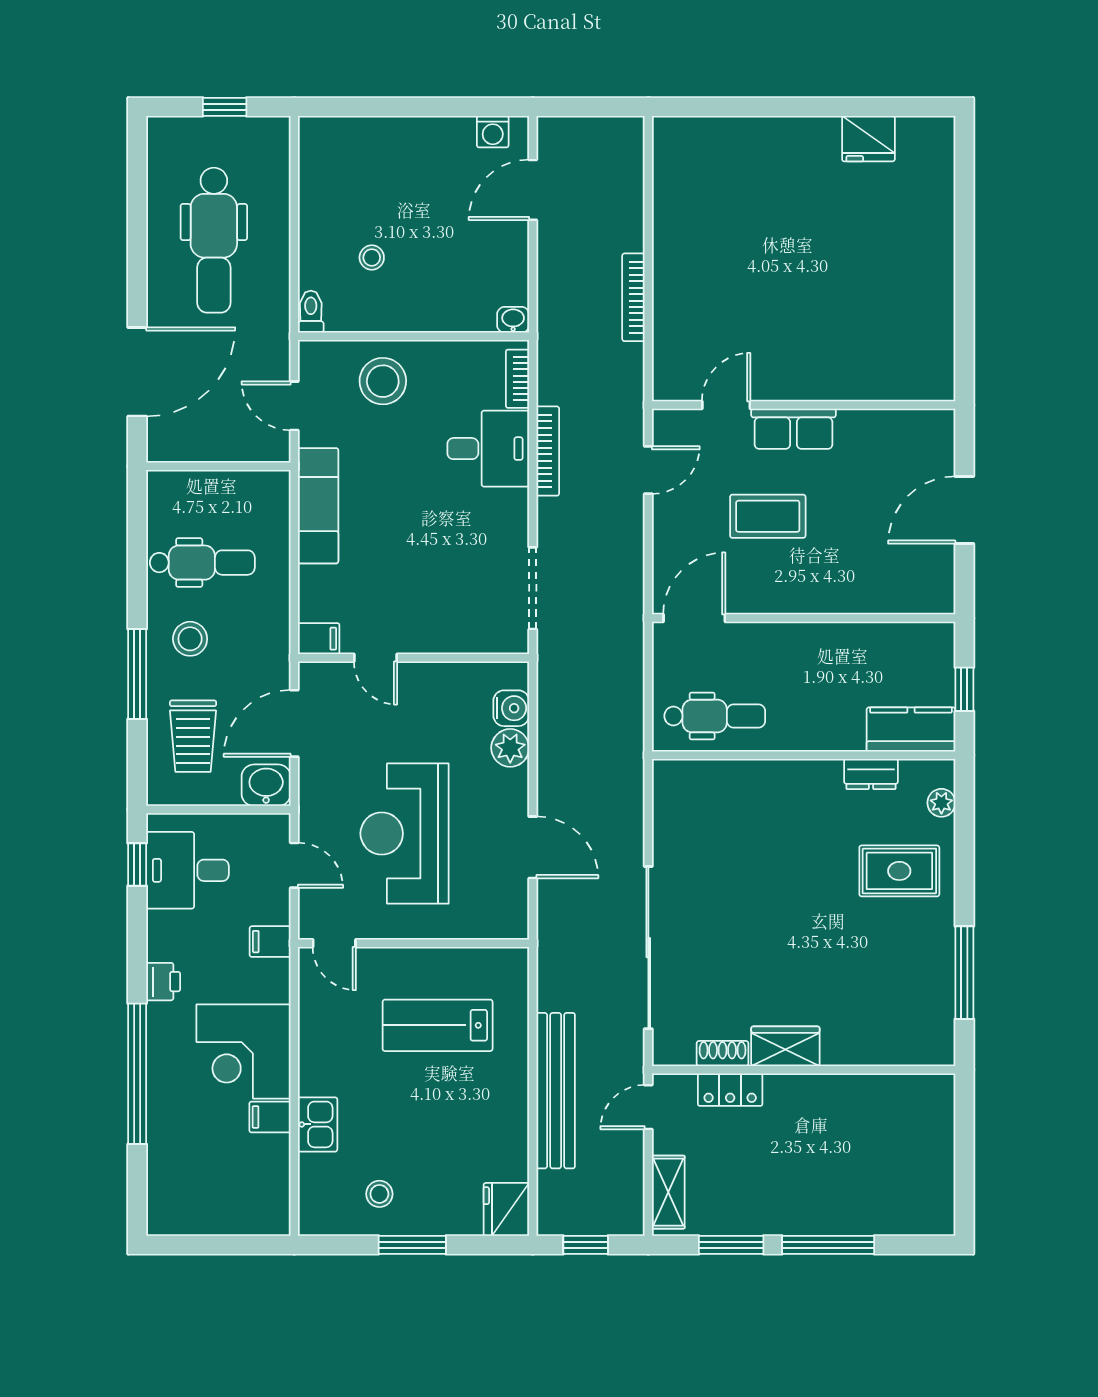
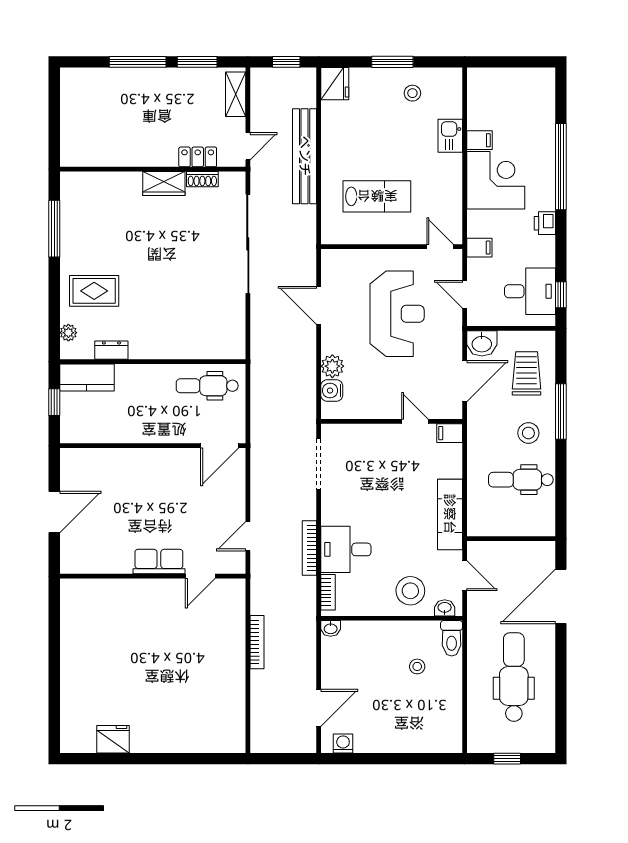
toilet: (311, 312) -> (452, 638), width x1.37, depth x1.39
washbasin: (327, 353) -> (445, 608), added
coffee table: (768, 516) -> (175, 508), removed

